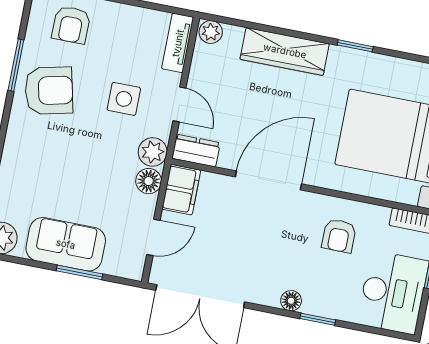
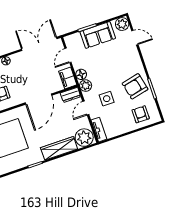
plant: (211, 32) -> (84, 138), width x1.88, depth x1.88
door: (179, 104) -> (86, 108), hinge flipped

